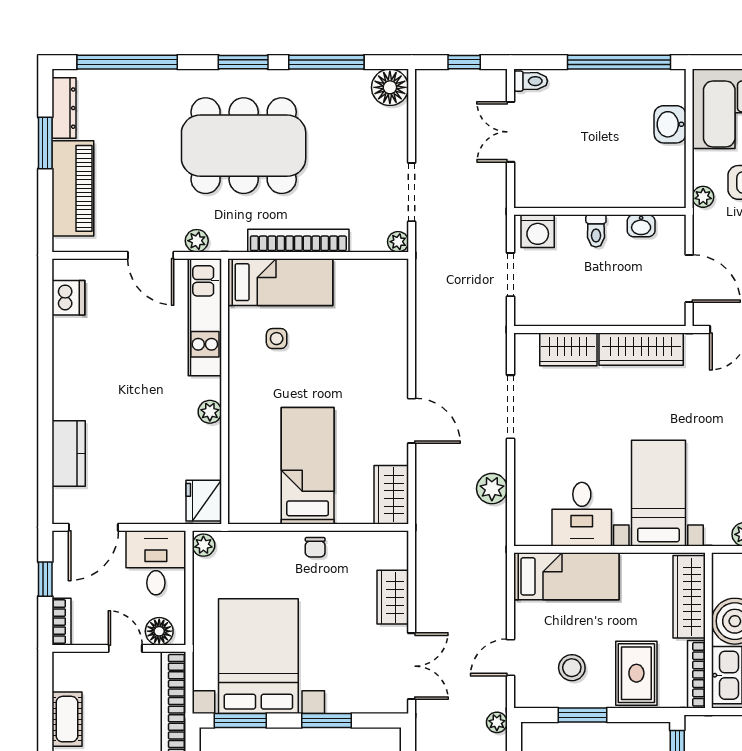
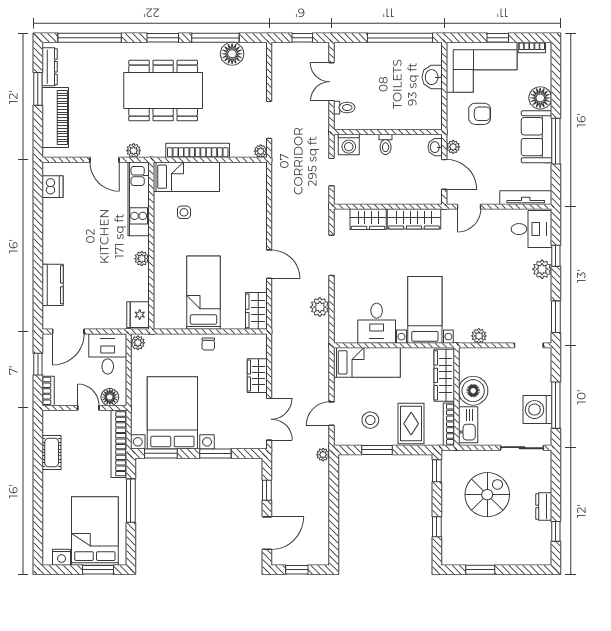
toilet: (531, 81) -> (344, 108), moved
floor lamp: (390, 87) -> (232, 54), moved
plant: (703, 197) -> (453, 147), moved
washbasin: (641, 226) -> (435, 147), moved, turned 90

